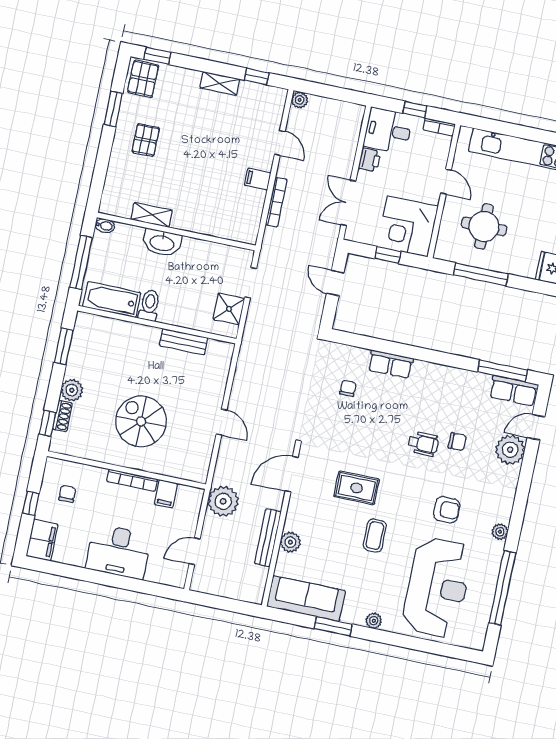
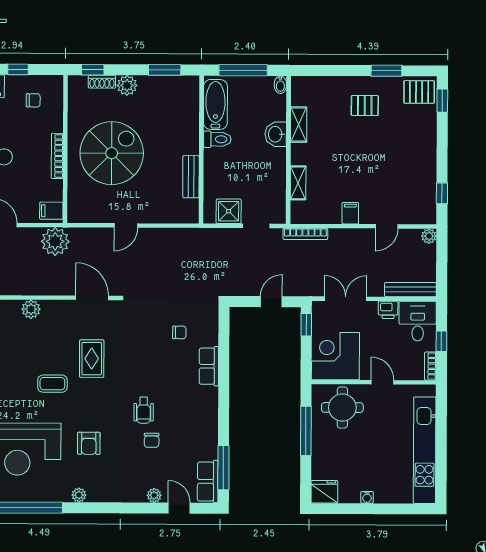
shelving: (220, 83) -> (298, 183), moved
door: (446, 182) -> (383, 382), swing flipped
bookcase: (276, 202) -> (305, 234), moved
round table: (484, 226) -> (342, 408), moved
washbasin: (162, 243) -> (276, 134), width x0.72
window: (388, 255) -> (306, 325), moved
spiral stairs: (141, 421) -> (112, 153), width x1.37, depth x1.37
plant: (510, 450) -> (154, 495), width x0.53, depth x0.53
filing cabinet: (166, 494) -> (51, 211), moved
bench: (268, 538) -> (410, 290), moved

